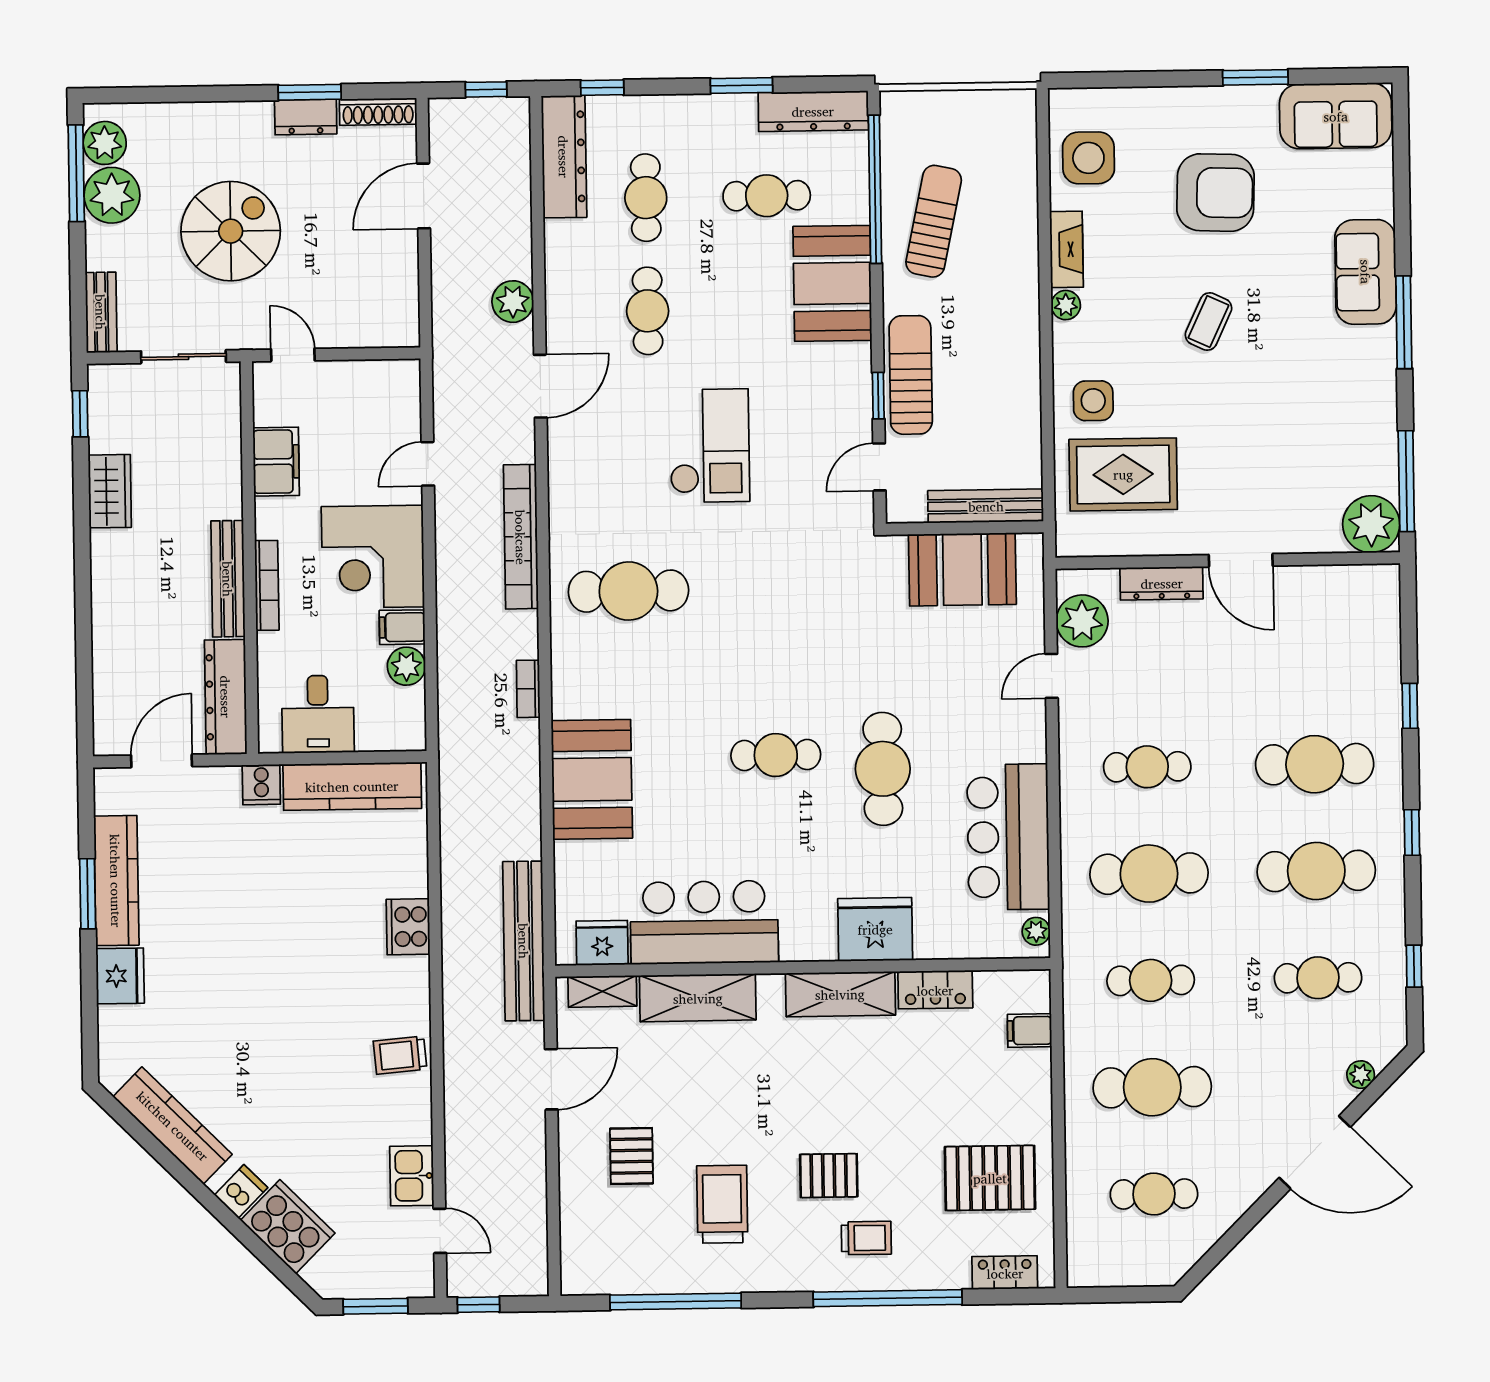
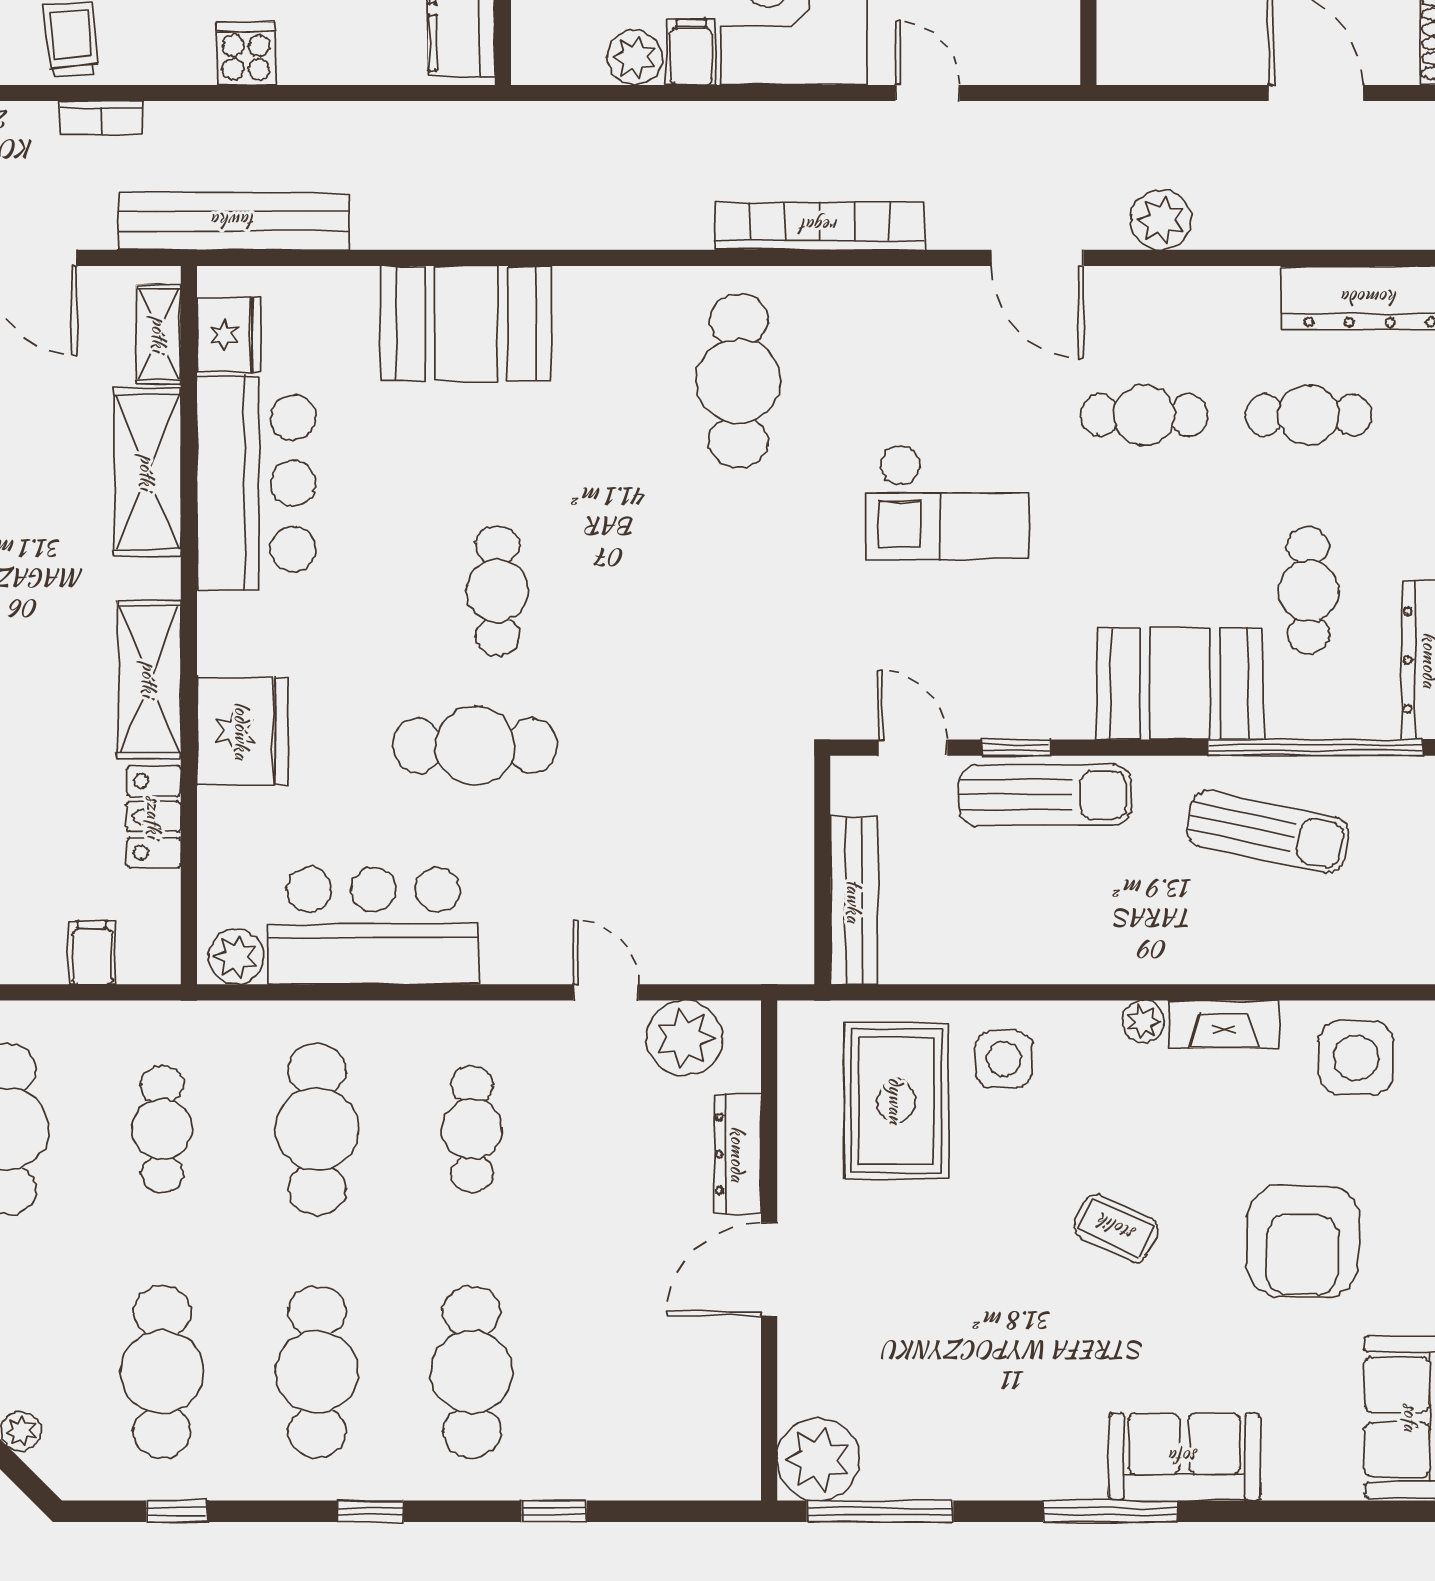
booth: (962, 569) -> (762, 866), removed
bookcase: (528, 689) -> (101, 118), moved, turned 180
cooker: (408, 927) -> (246, 54), width x0.73
plant: (1036, 931) -> (236, 957), width x1.38, depth x1.38
cafe table: (1318, 978) -> (162, 1372), width x1.37, depth x1.35

